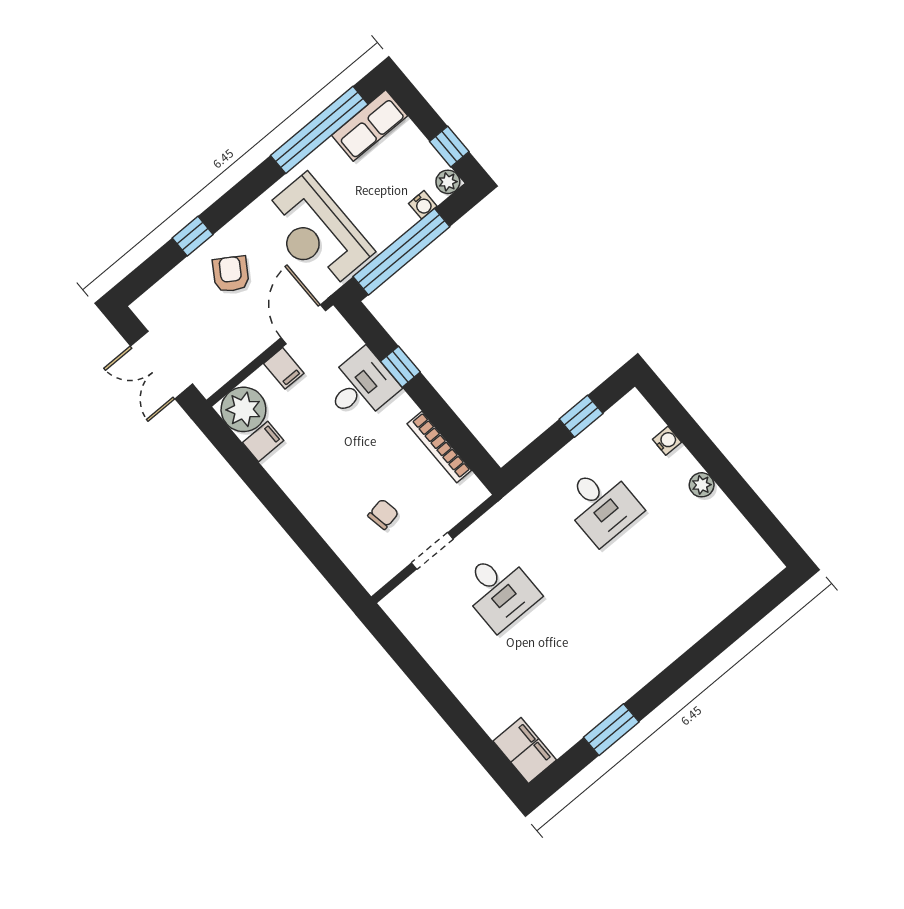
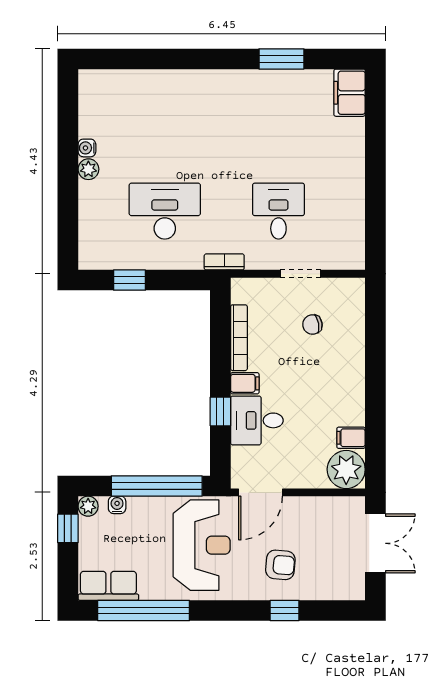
armchair: (231, 274) -> (280, 565), turned -118
filing cabinet: (284, 368) -> (245, 383), moved, turned 90
water cooler: (667, 441) -> (87, 148), moved
bookcase: (510, 504) -> (224, 262), added
desk: (601, 505) -> (165, 211), width x1.37

